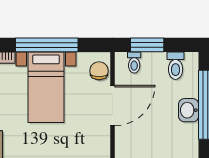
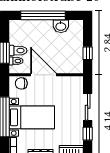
toilet: (176, 66) -> (18, 51), moved
washbasin: (189, 110) -> (61, 26), moved

